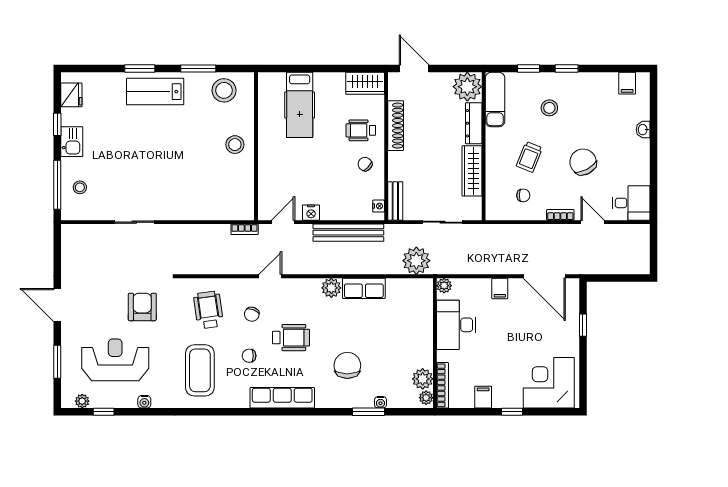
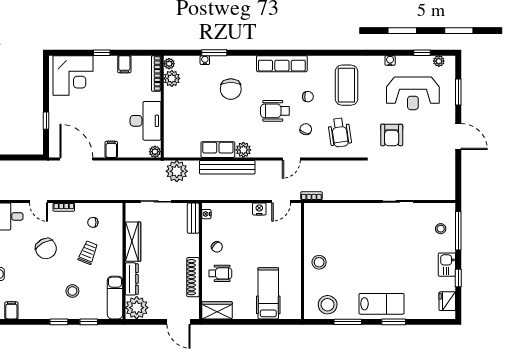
bench: (348, 233) -> (227, 167), moved

